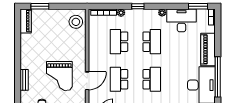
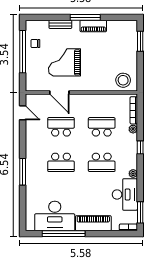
piano: (26, 21) -> (93, 26), moved
window: (18, 57) -> (85, 17), added

